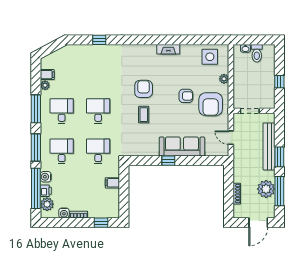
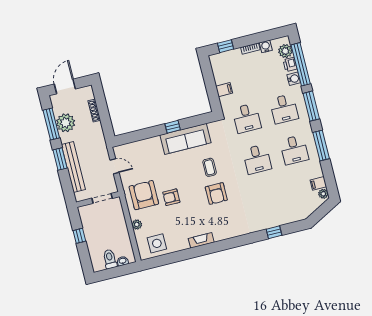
plant: (45, 85) -> (323, 194), moved
sofa: (182, 146) -> (186, 139), moved

